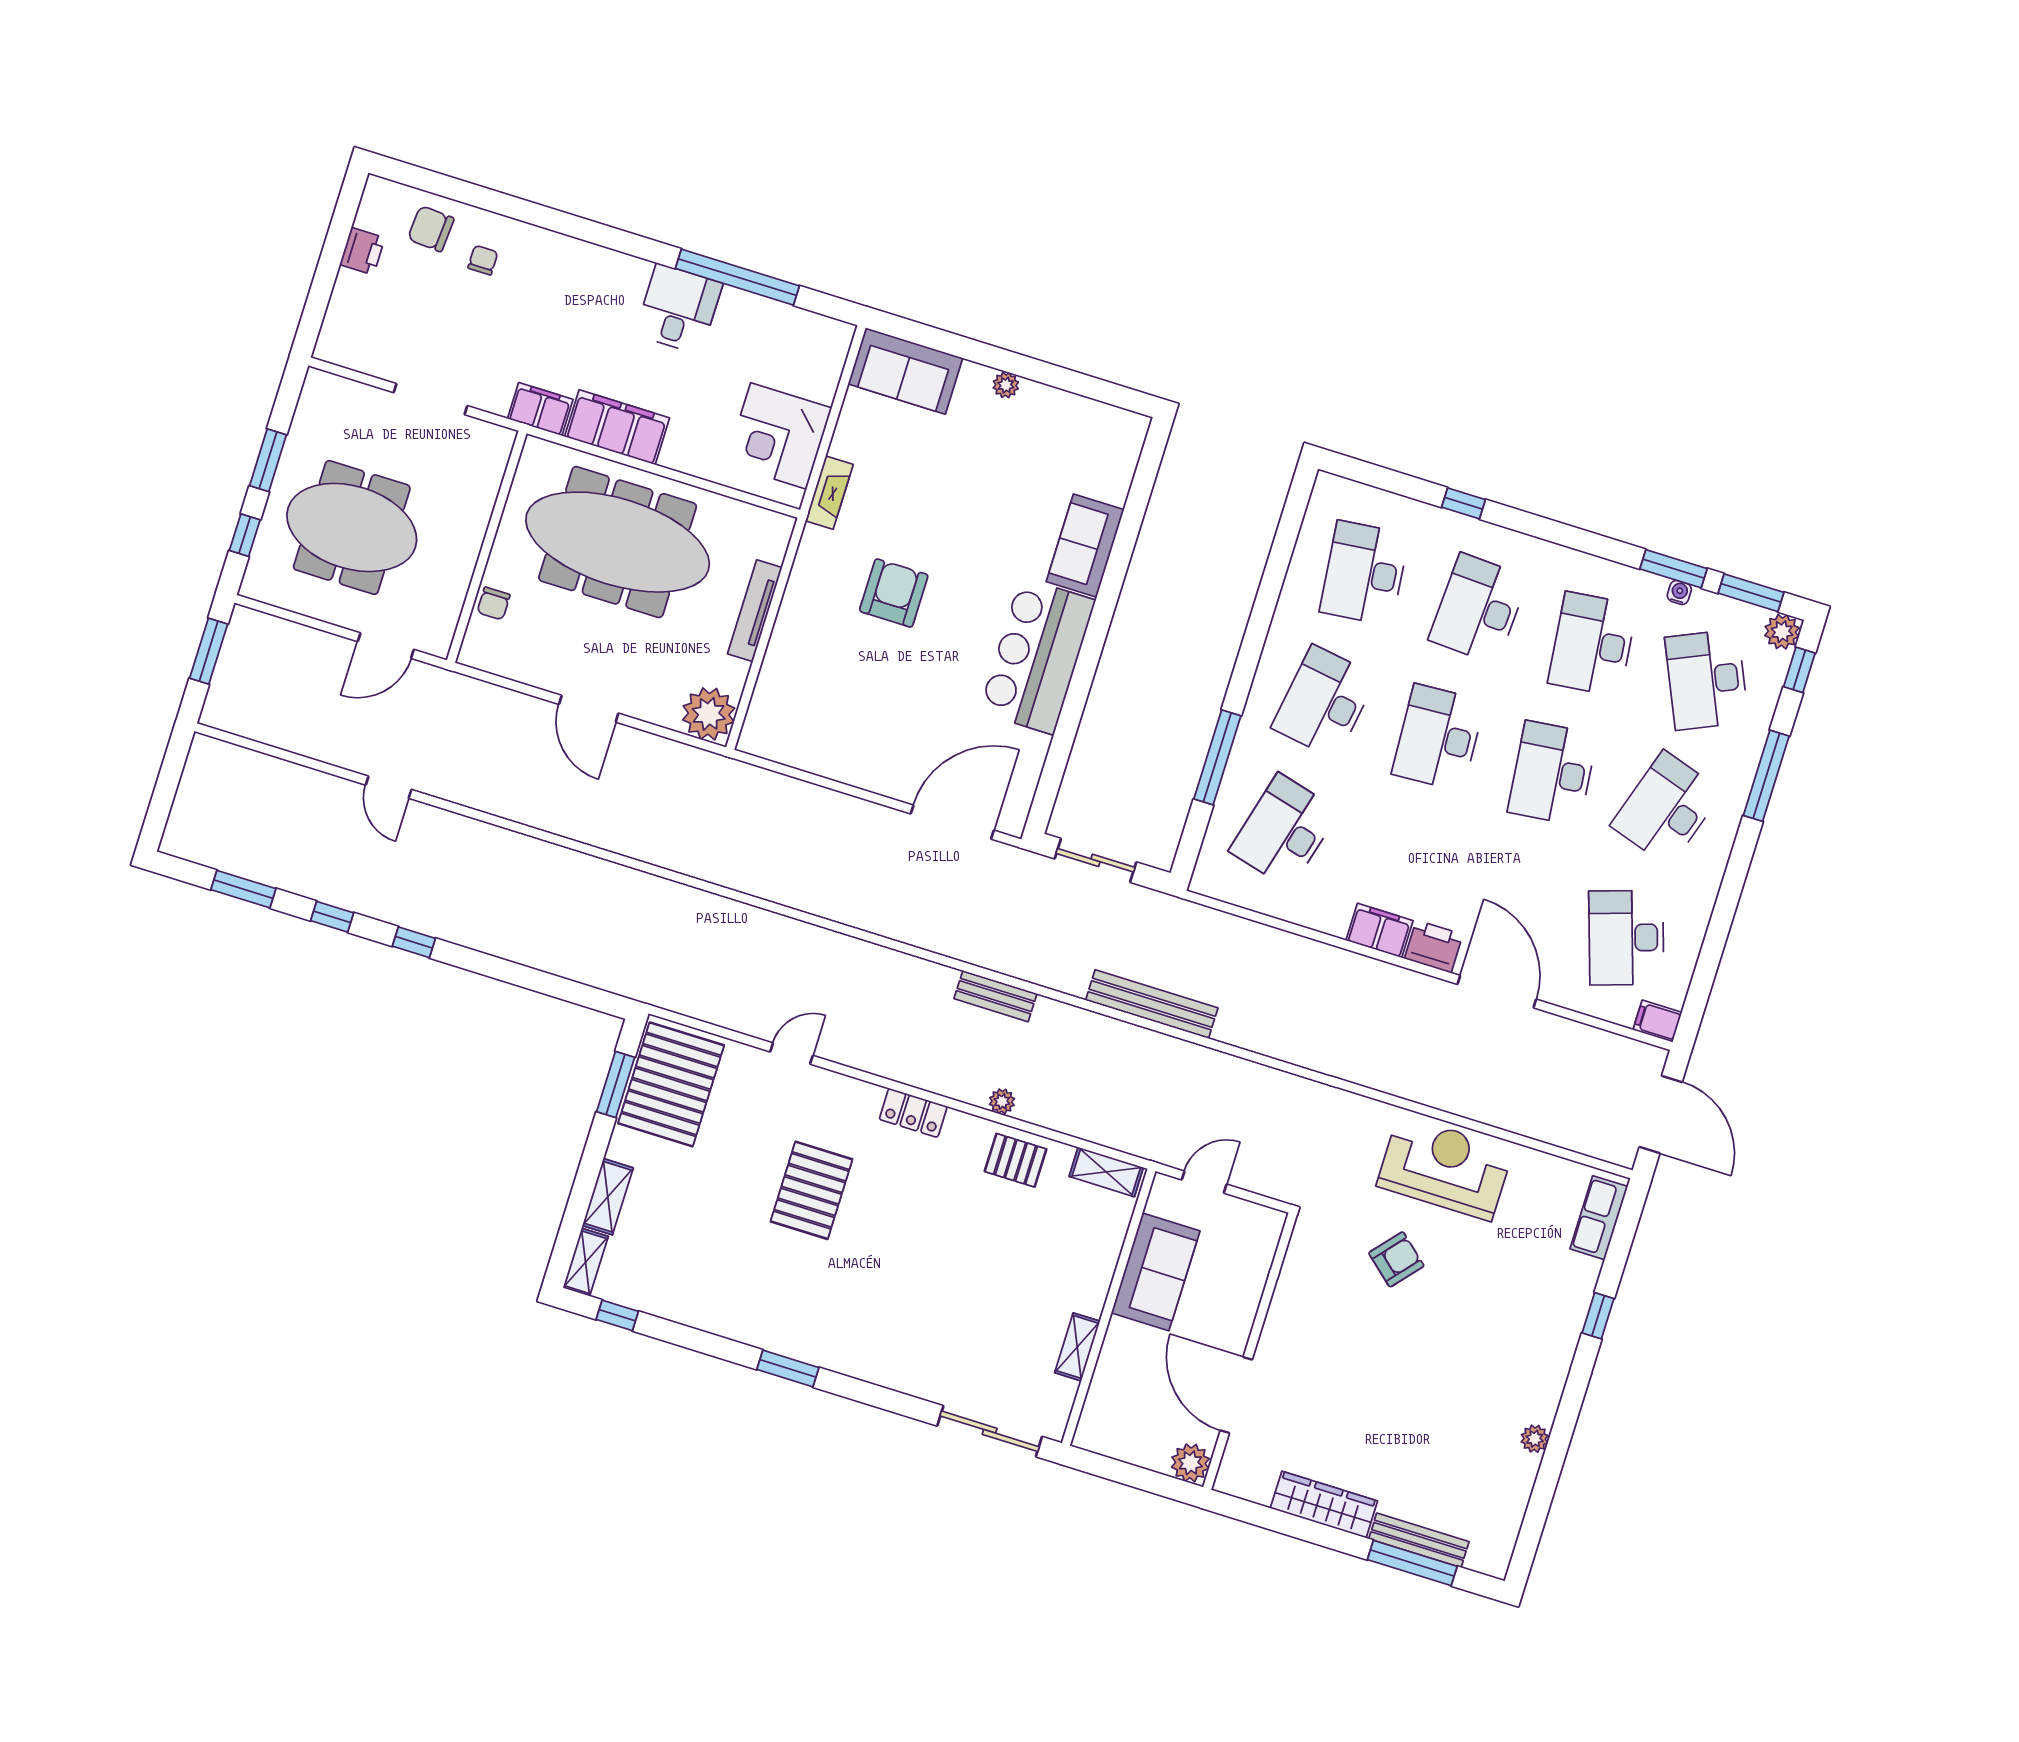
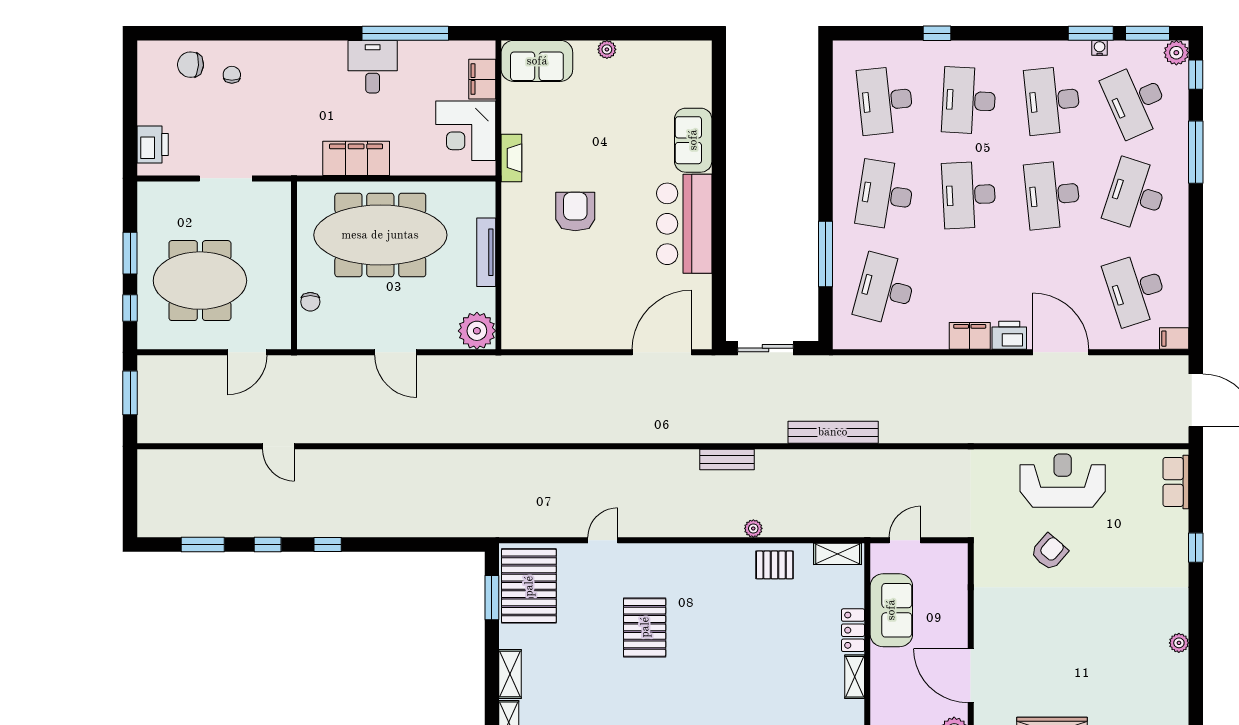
printer: (362, 251) -> (153, 144), moved, width x1.36, depth x1.24
filing cabinet: (540, 409) -> (482, 79), moved, turned -90
locker: (913, 1113) -> (853, 630), moved, turned 90

